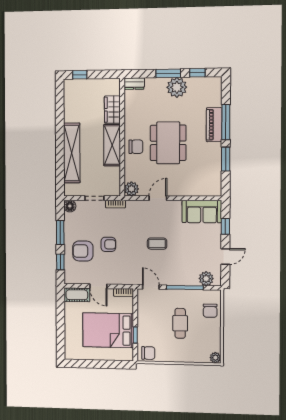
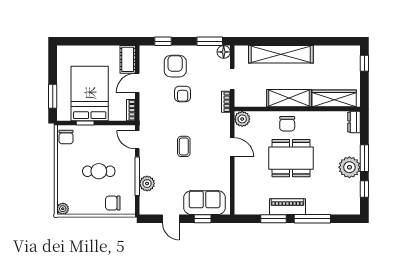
wardrobe: (112, 110) -> (334, 98), width x1.50
piano: (214, 125) -> (287, 207), moved
sofa: (202, 212) -> (205, 203), moved, turned 90
window: (60, 232) -> (210, 41), moved
plant: (206, 279) -> (147, 184), moved
door: (151, 287) -> (137, 140), swing flipped
window: (111, 364) -> (53, 96), added

